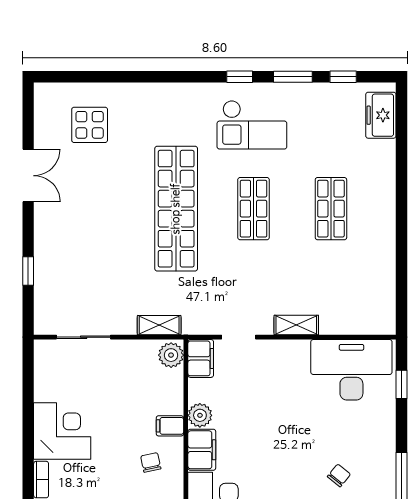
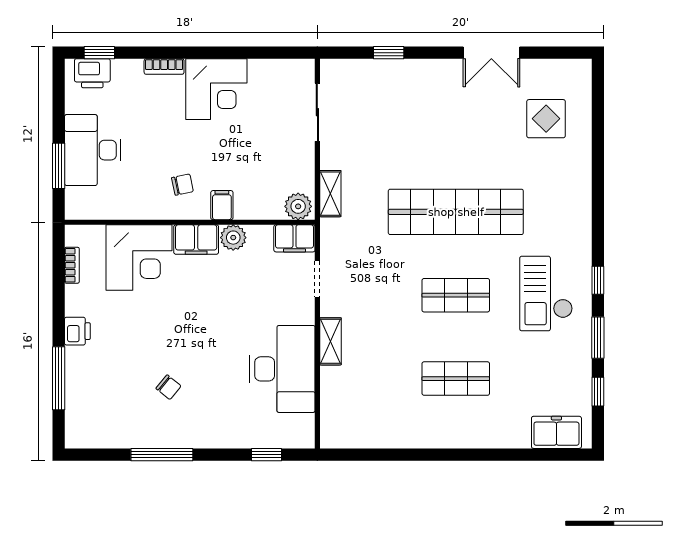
desk: (351, 370) -> (282, 369), moved

